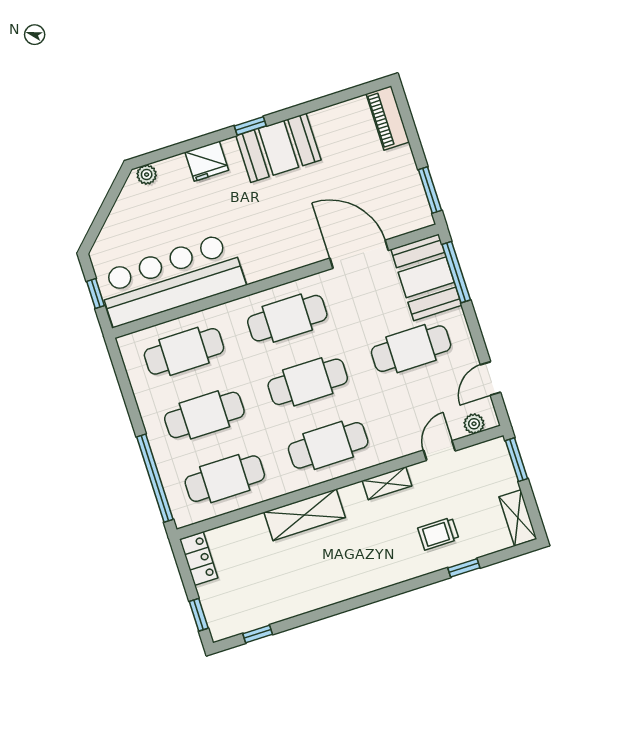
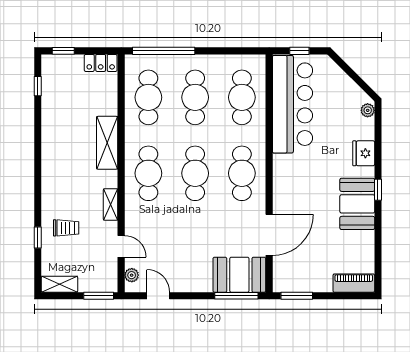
cafe table: (411, 349) -> (195, 249), removed
trolley: (438, 534) -> (66, 228), turned 90

